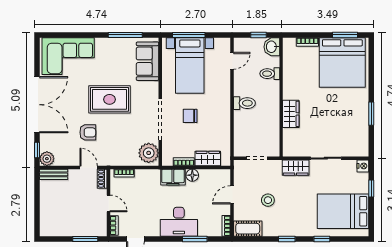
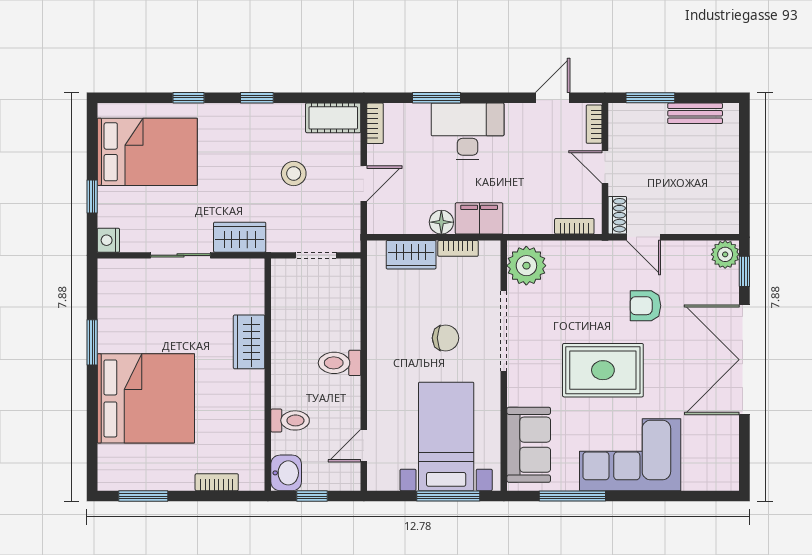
corner sofa: (68, 56) -> (630, 455), moved
bed: (342, 62) -> (146, 398), moved, turned 90
bench: (54, 174) -> (695, 113), moved

